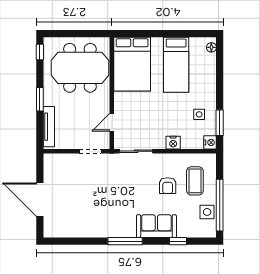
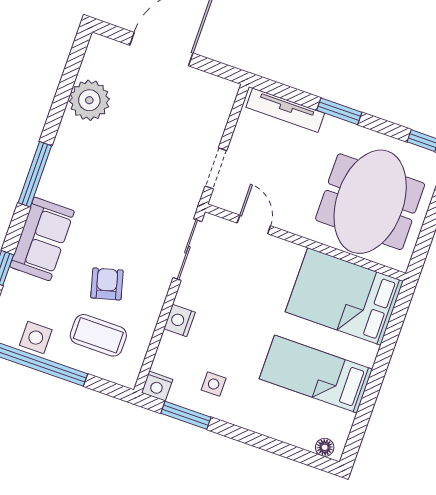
armchair: (168, 186) -> (107, 284), turned 75
plant: (78, 227) -> (89, 100), added

